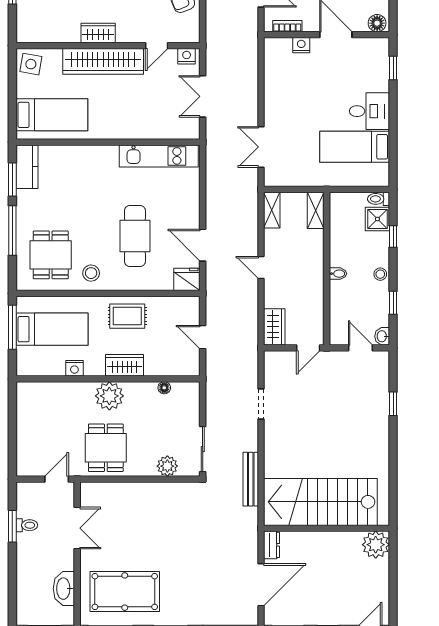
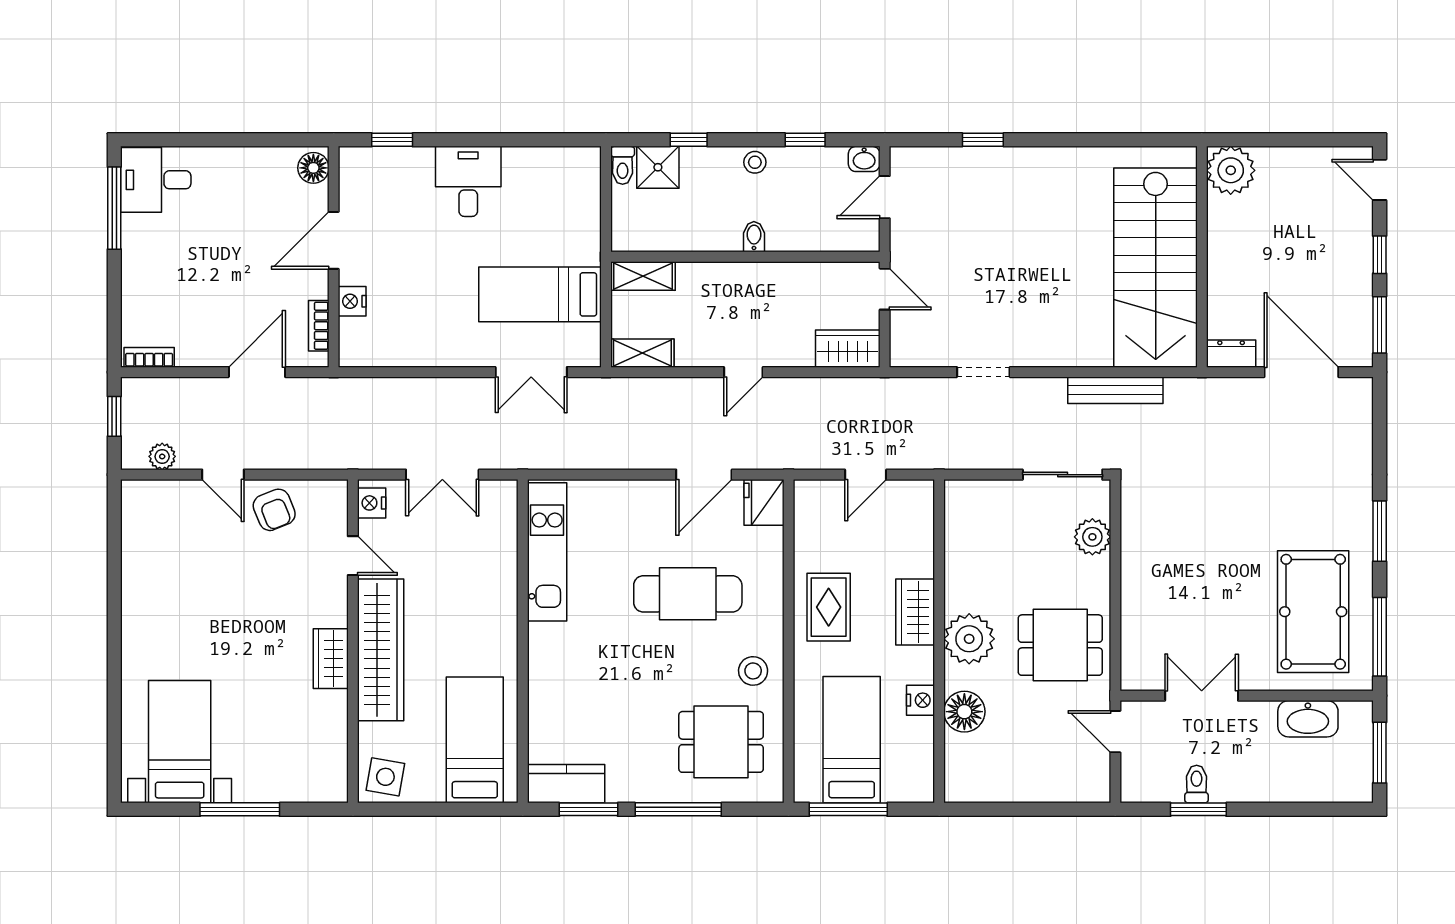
bed: (355, 147) -> (540, 294), moved, turned 90
floor lamp: (164, 388) -> (964, 712), moved, width x1.89, depth x1.89

